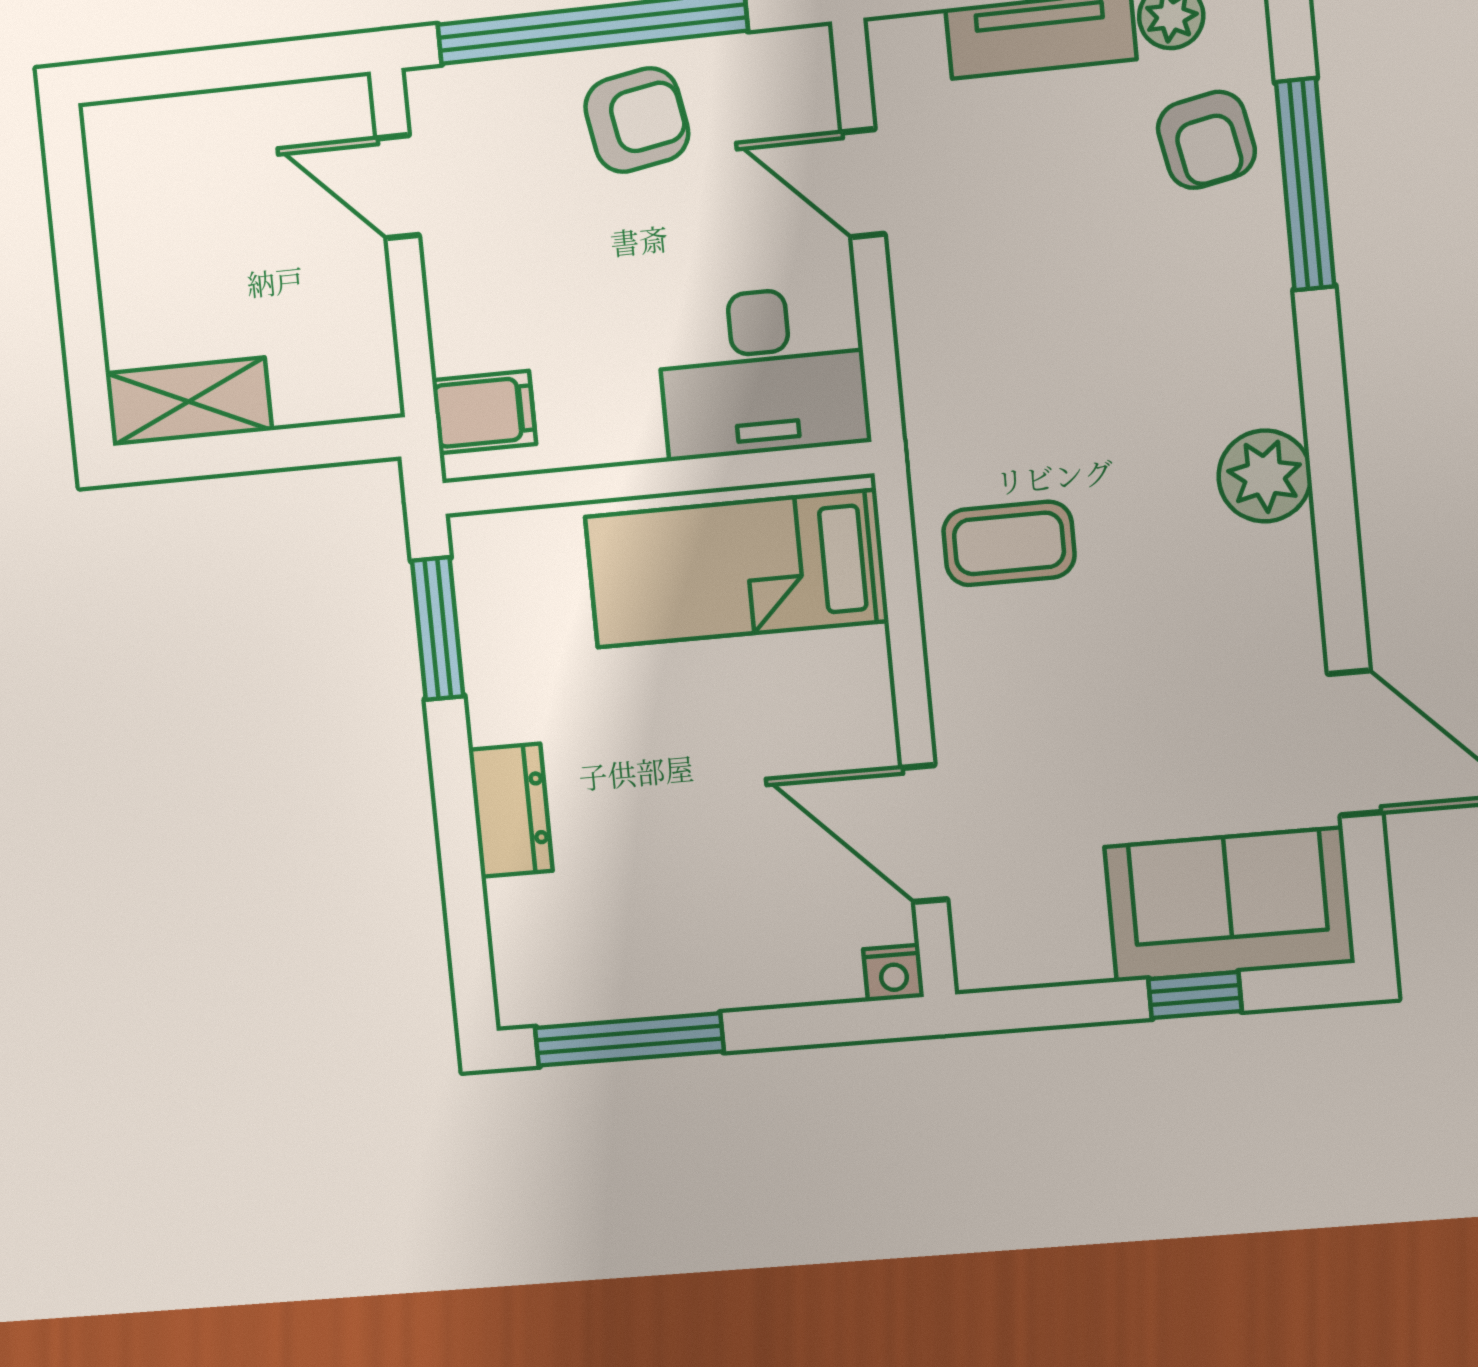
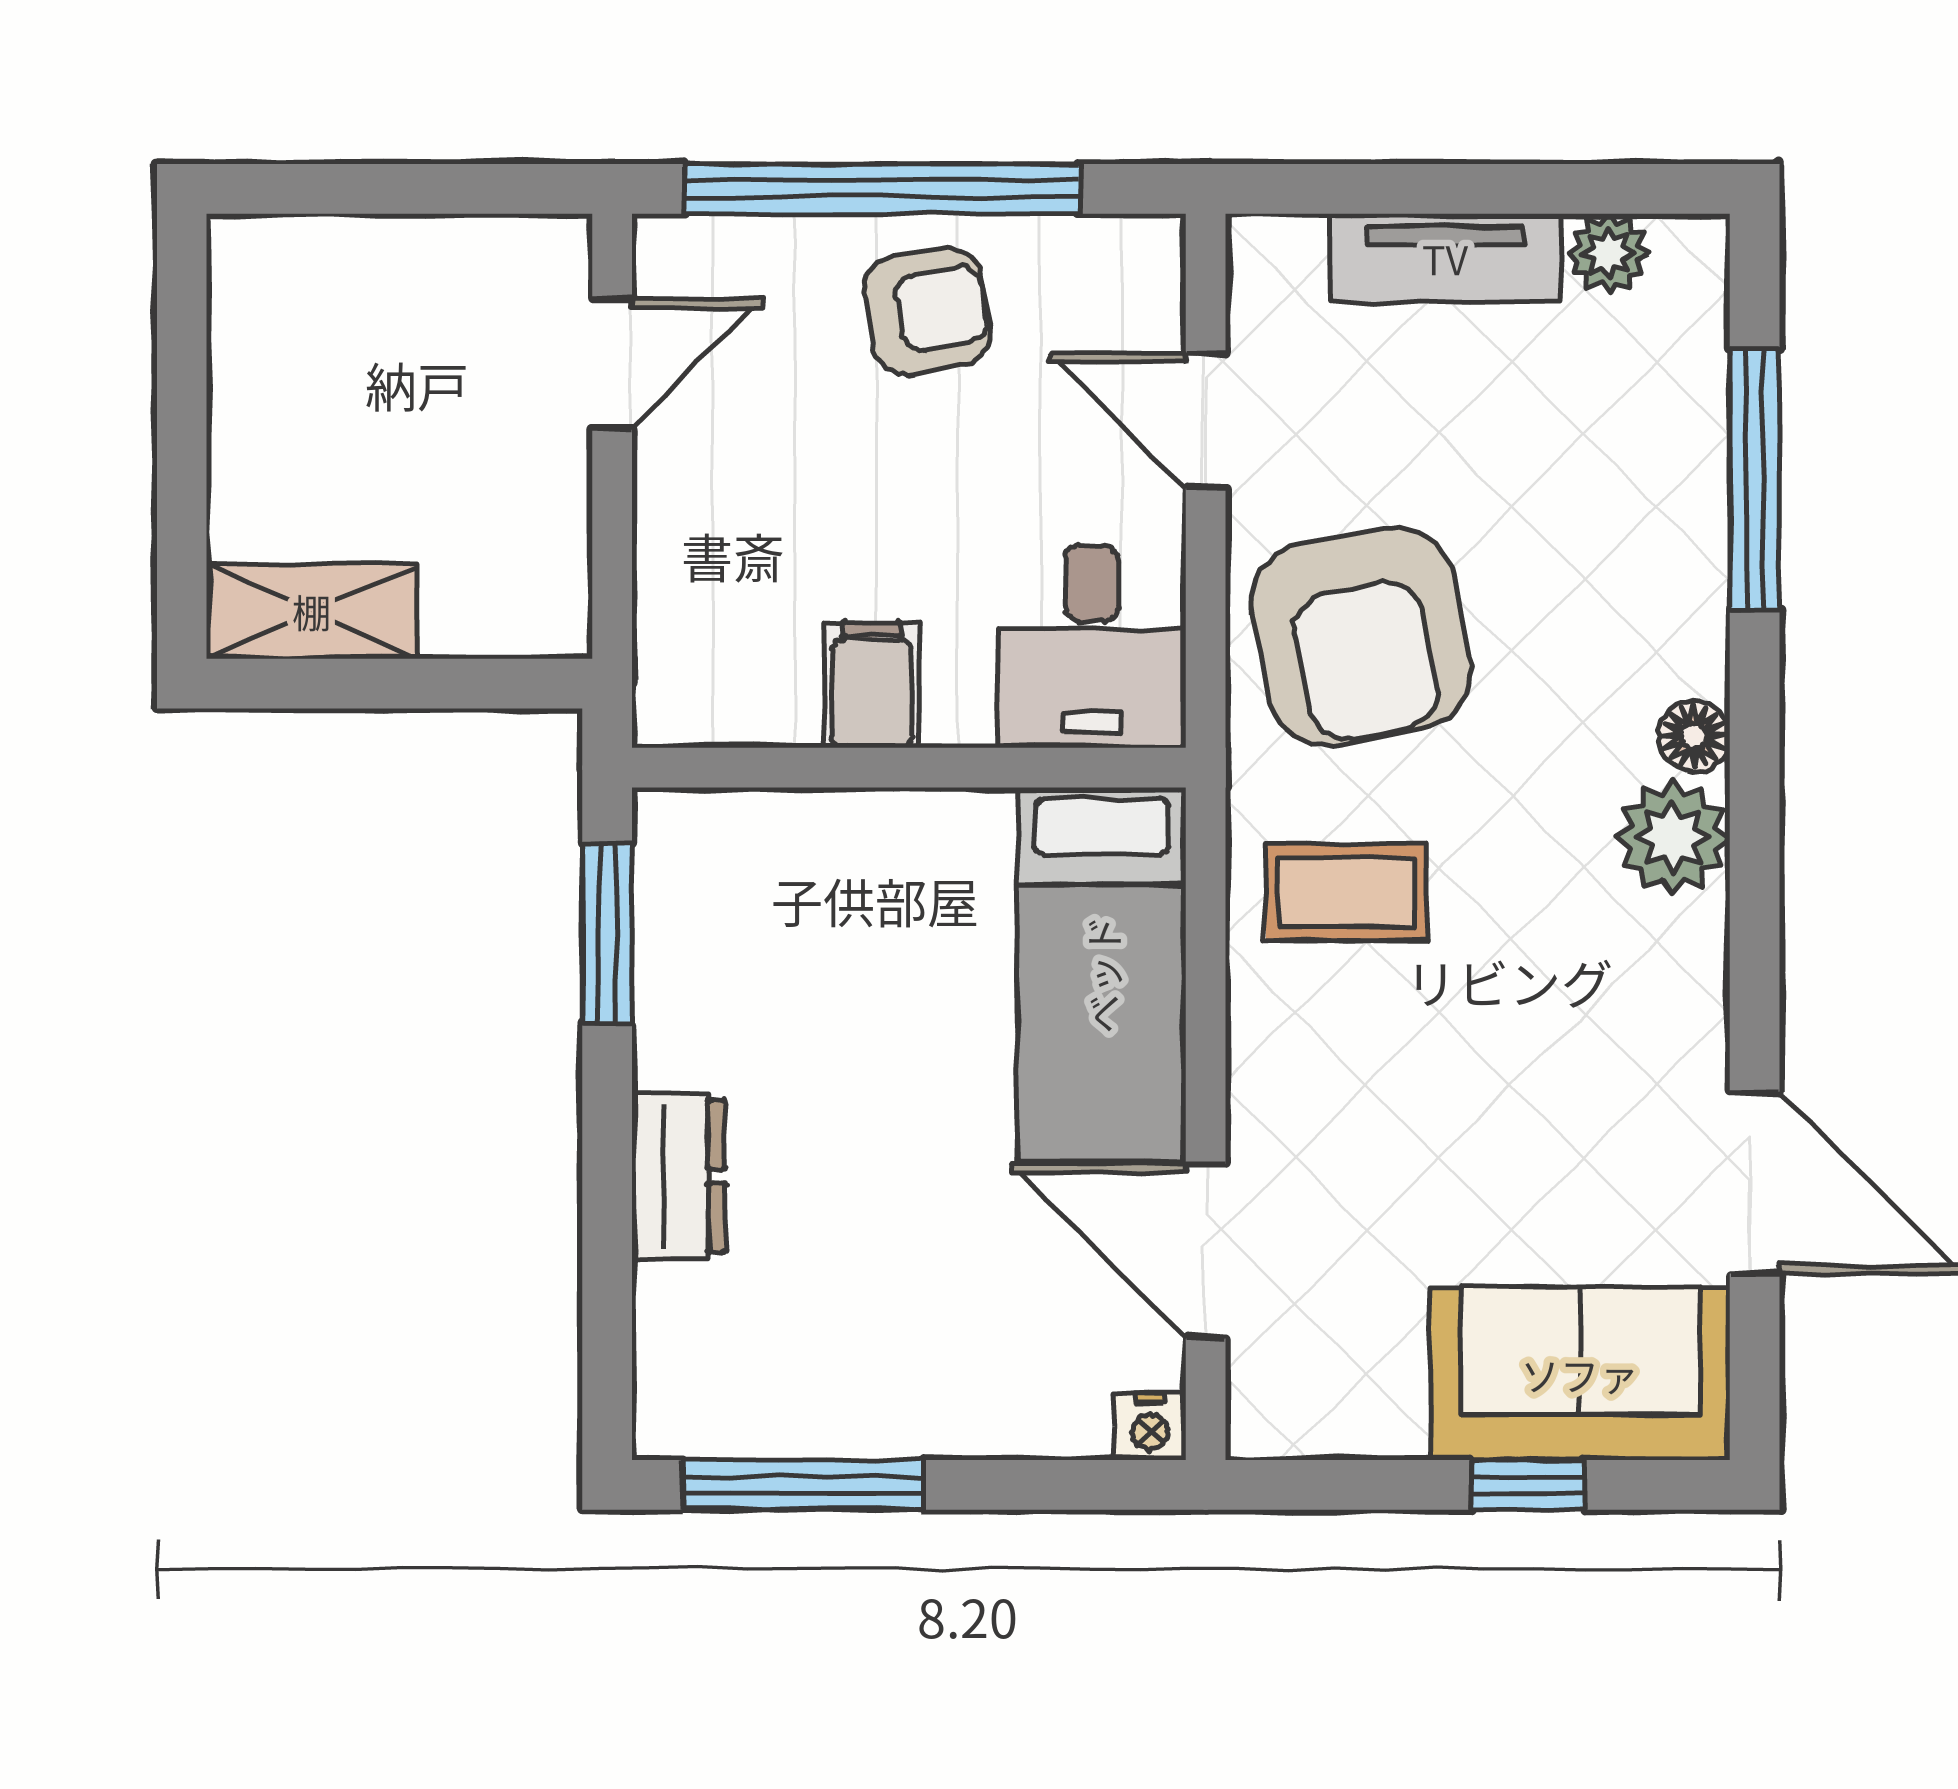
armchair: (1206, 140) -> (1361, 637), moved, width x1.88, depth x1.88
door: (398, 187) -> (612, 364), swing flipped
desk: (763, 372) -> (1091, 646), width x0.73
floor lamp: (1275, 394) -> (1694, 736), added
filing cabinet: (484, 412) -> (872, 685), moved, turned -90
bed: (736, 569) -> (1102, 974), moved, turned -90

